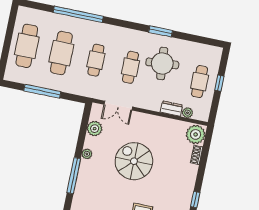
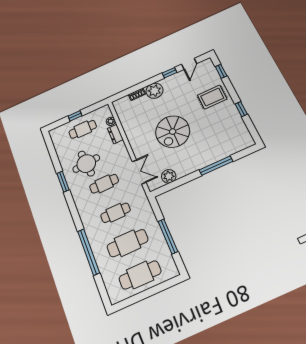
plant: (196, 134) -> (154, 91), moved
plant: (87, 154) -> (192, 168), removed

